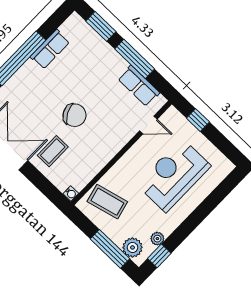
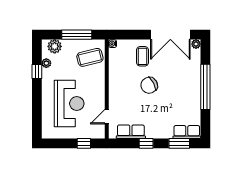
row of seats: (50, 49) -> (187, 132), moved, turned 90
window: (135, 59) -> (146, 143), width x0.46
window: (110, 249) -> (77, 35), moved
window: (159, 256) -> (37, 72), moved

